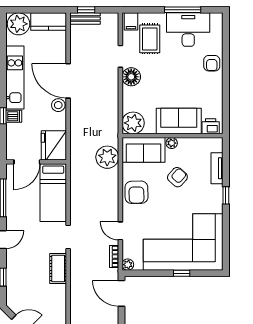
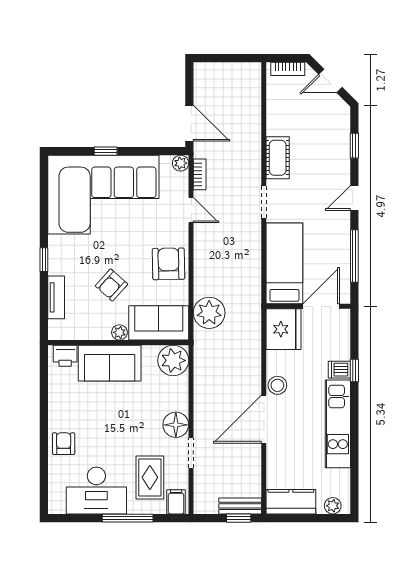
window: (183, 10) -> (128, 518), moved
plant: (19, 24) -> (333, 506), width x0.53, depth x0.53
door: (68, 81) -> (264, 419), swing flipped

